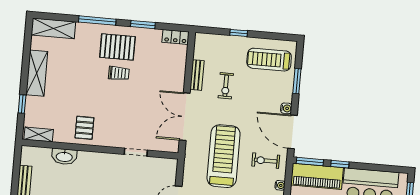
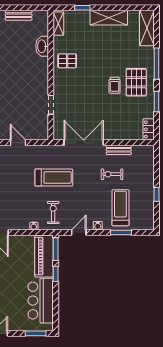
window: (239, 33) -> (156, 194), moved
treadmill: (269, 60) -> (120, 208), moved
door: (292, 132) -> (79, 233), width x0.53
treadmill: (224, 156) -> (54, 178), width x0.73, depth x0.73

